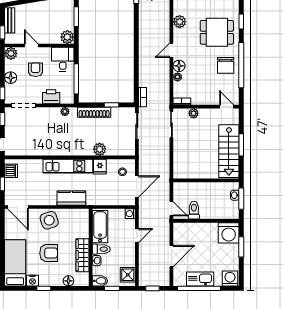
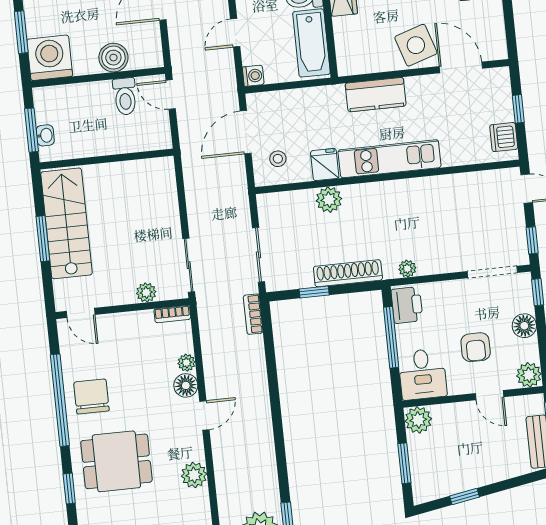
printer: (51, 97) -> (407, 305), moved, turned -90
door: (18, 207) -> (461, 67), moved
boiler: (198, 230) -> (113, 58), added

